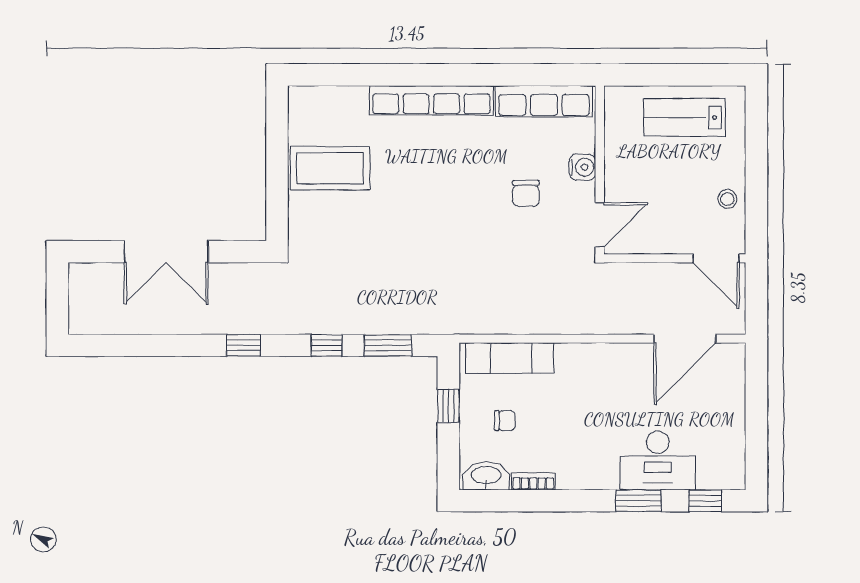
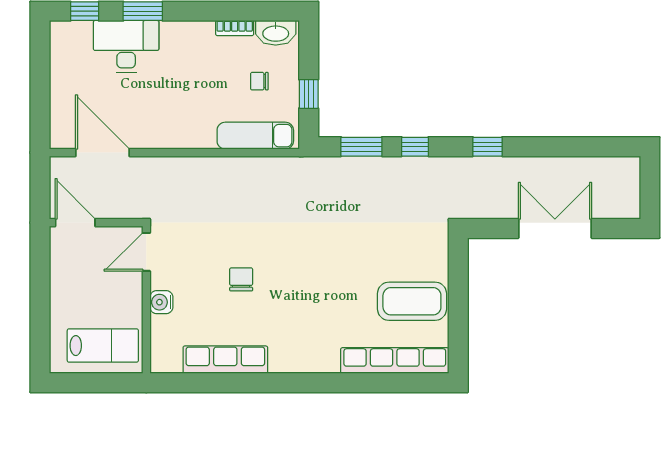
row of seats: (431, 100) -> (395, 361), moved
water cooler: (583, 167) -> (161, 302), moved
wall: (600, 170) -> (146, 300), moved
stool: (727, 199) -> (65, 274), removed
door: (600, 225) -> (146, 252), moved
door: (685, 339) -> (102, 153), hinge flipped

